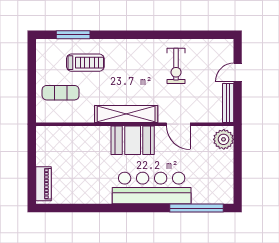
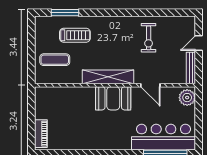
bar counter: (152, 188) -> (163, 137), moved

